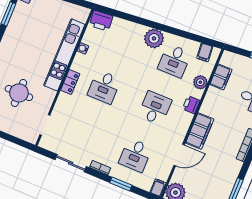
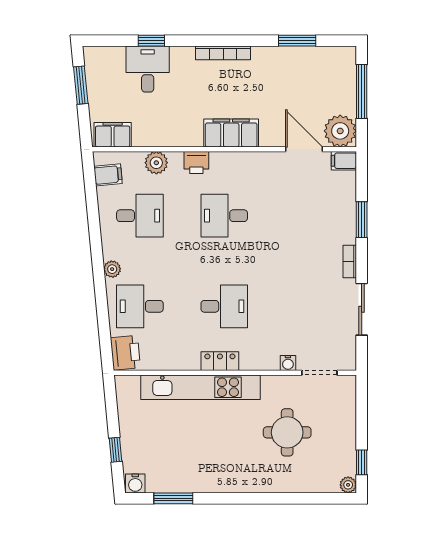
plant: (154, 38) -> (112, 269), width x0.53, depth x0.53
water cooler: (83, 48) -> (288, 363), moved
filing cabinet: (221, 77) -> (113, 135), moved
locker: (70, 82) -> (220, 361), moved
desk: (135, 155) -> (140, 306), moved, turned 180
door: (179, 155) -> (304, 149), moved

